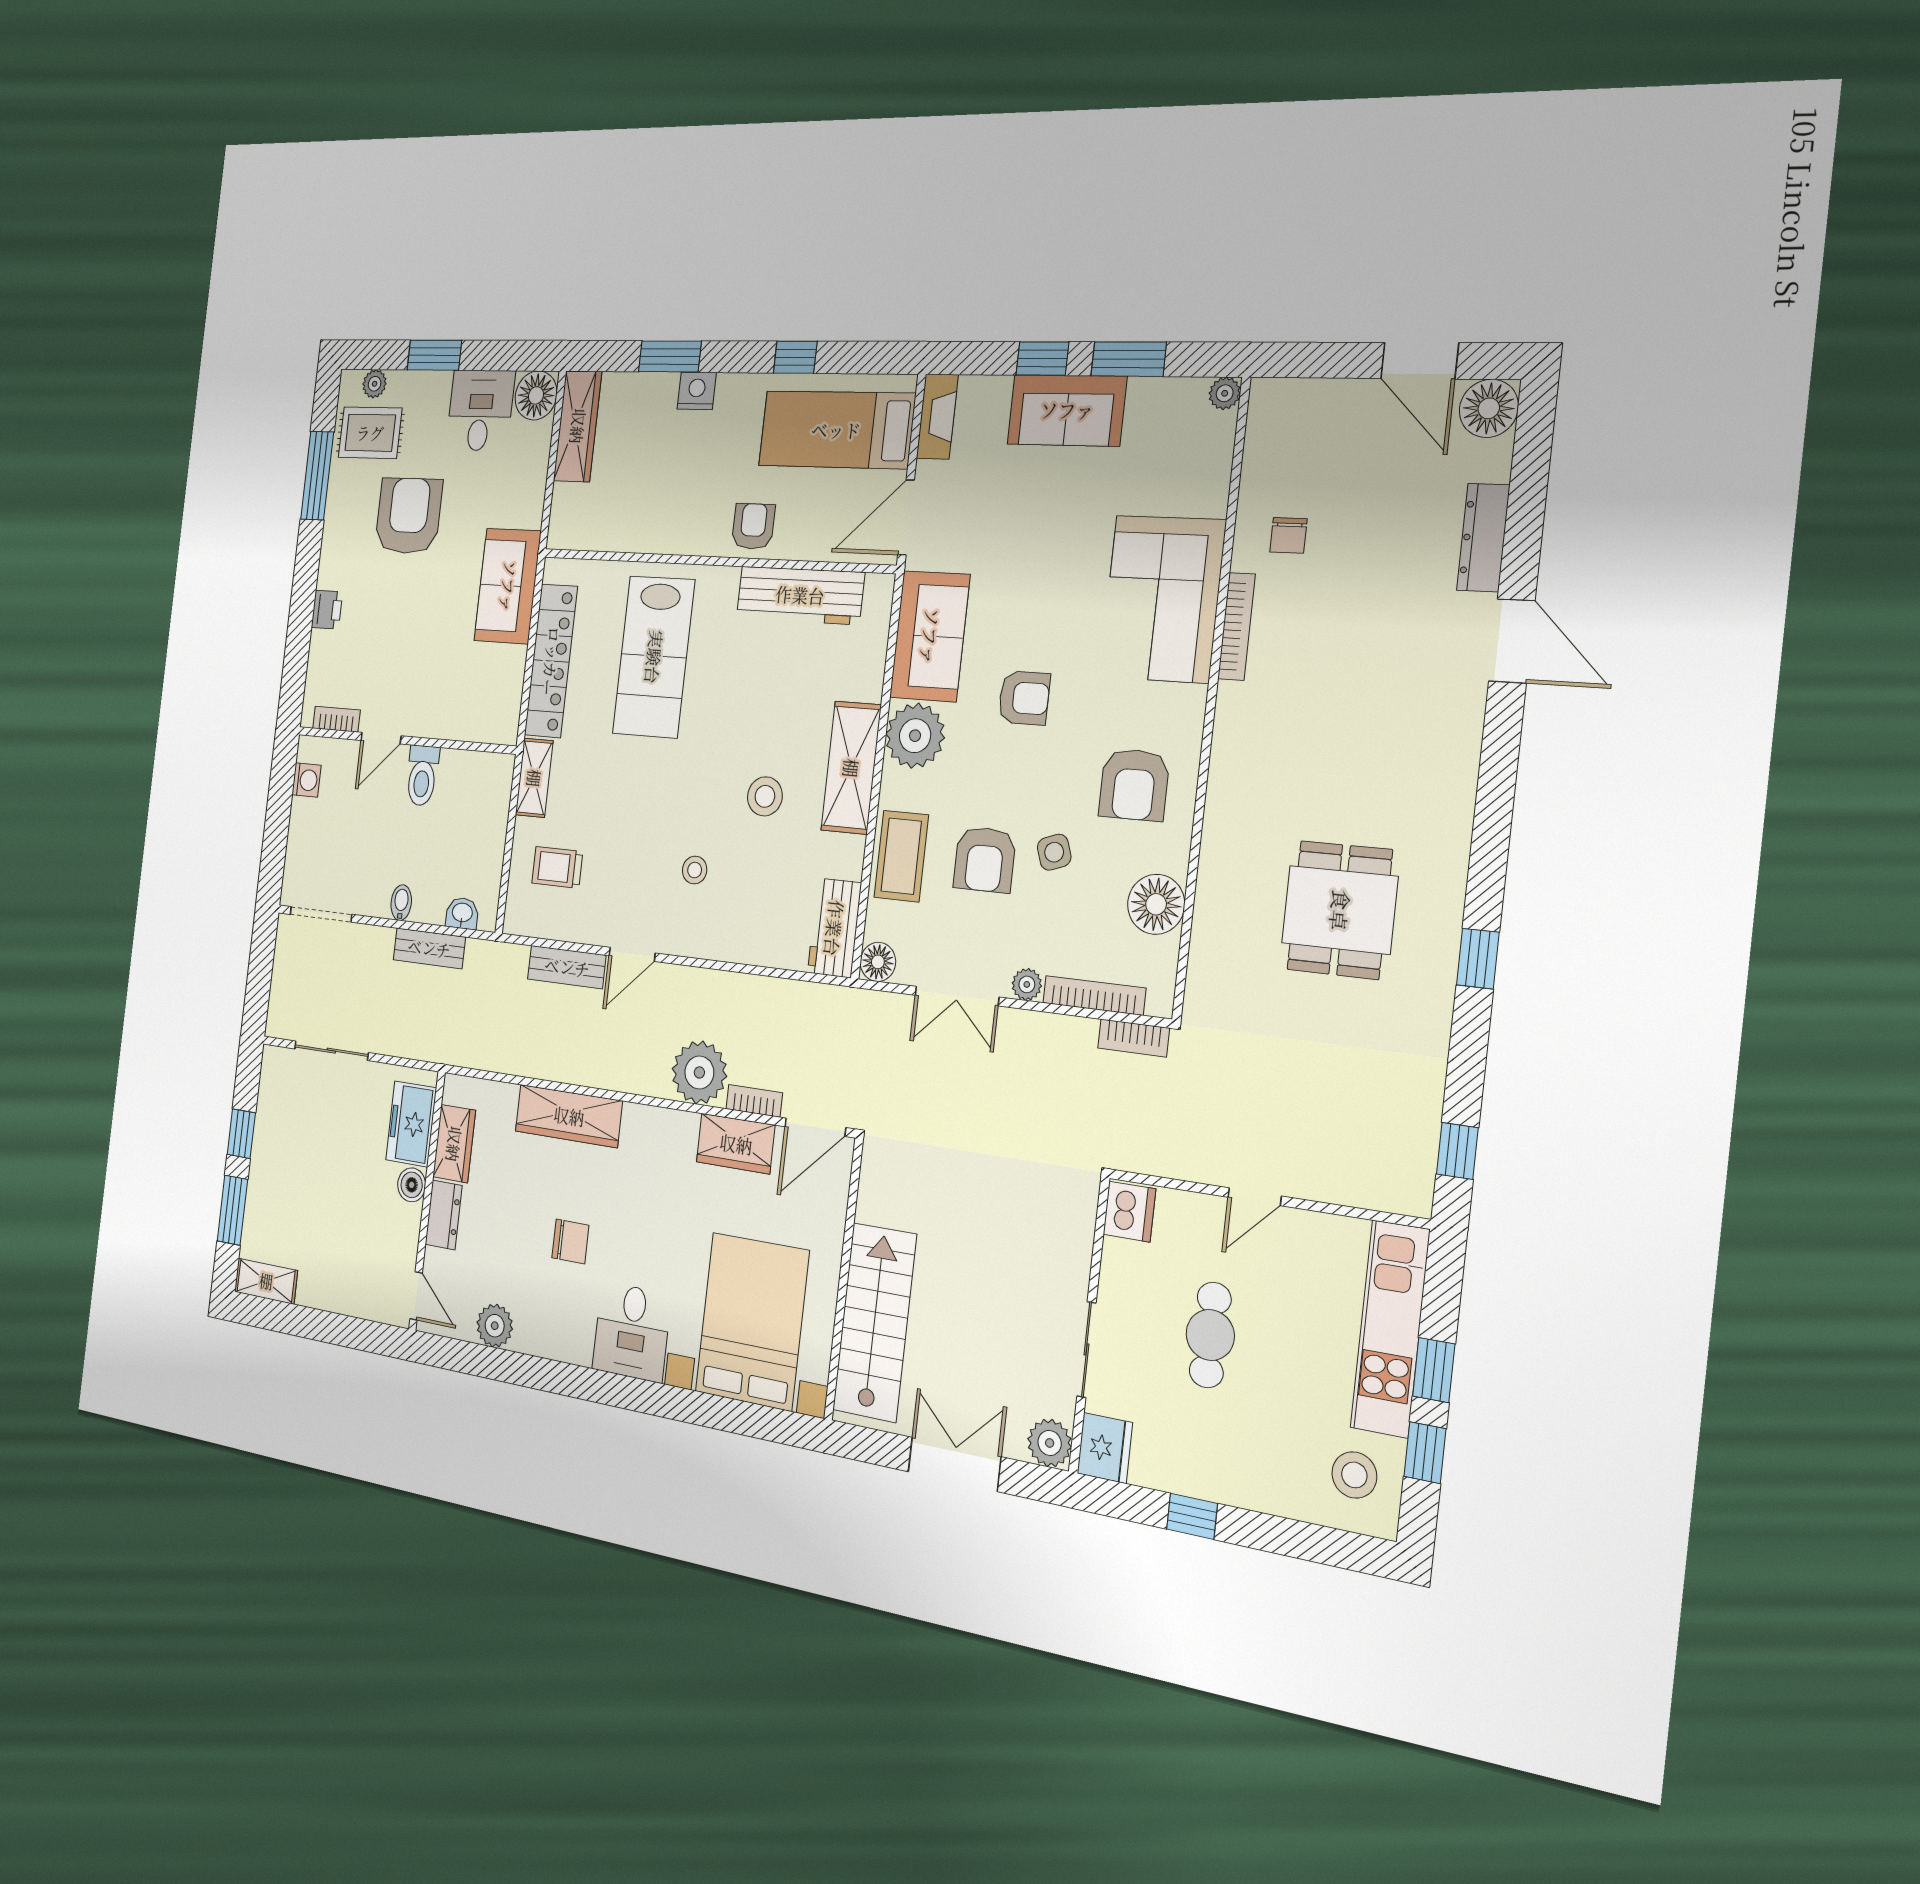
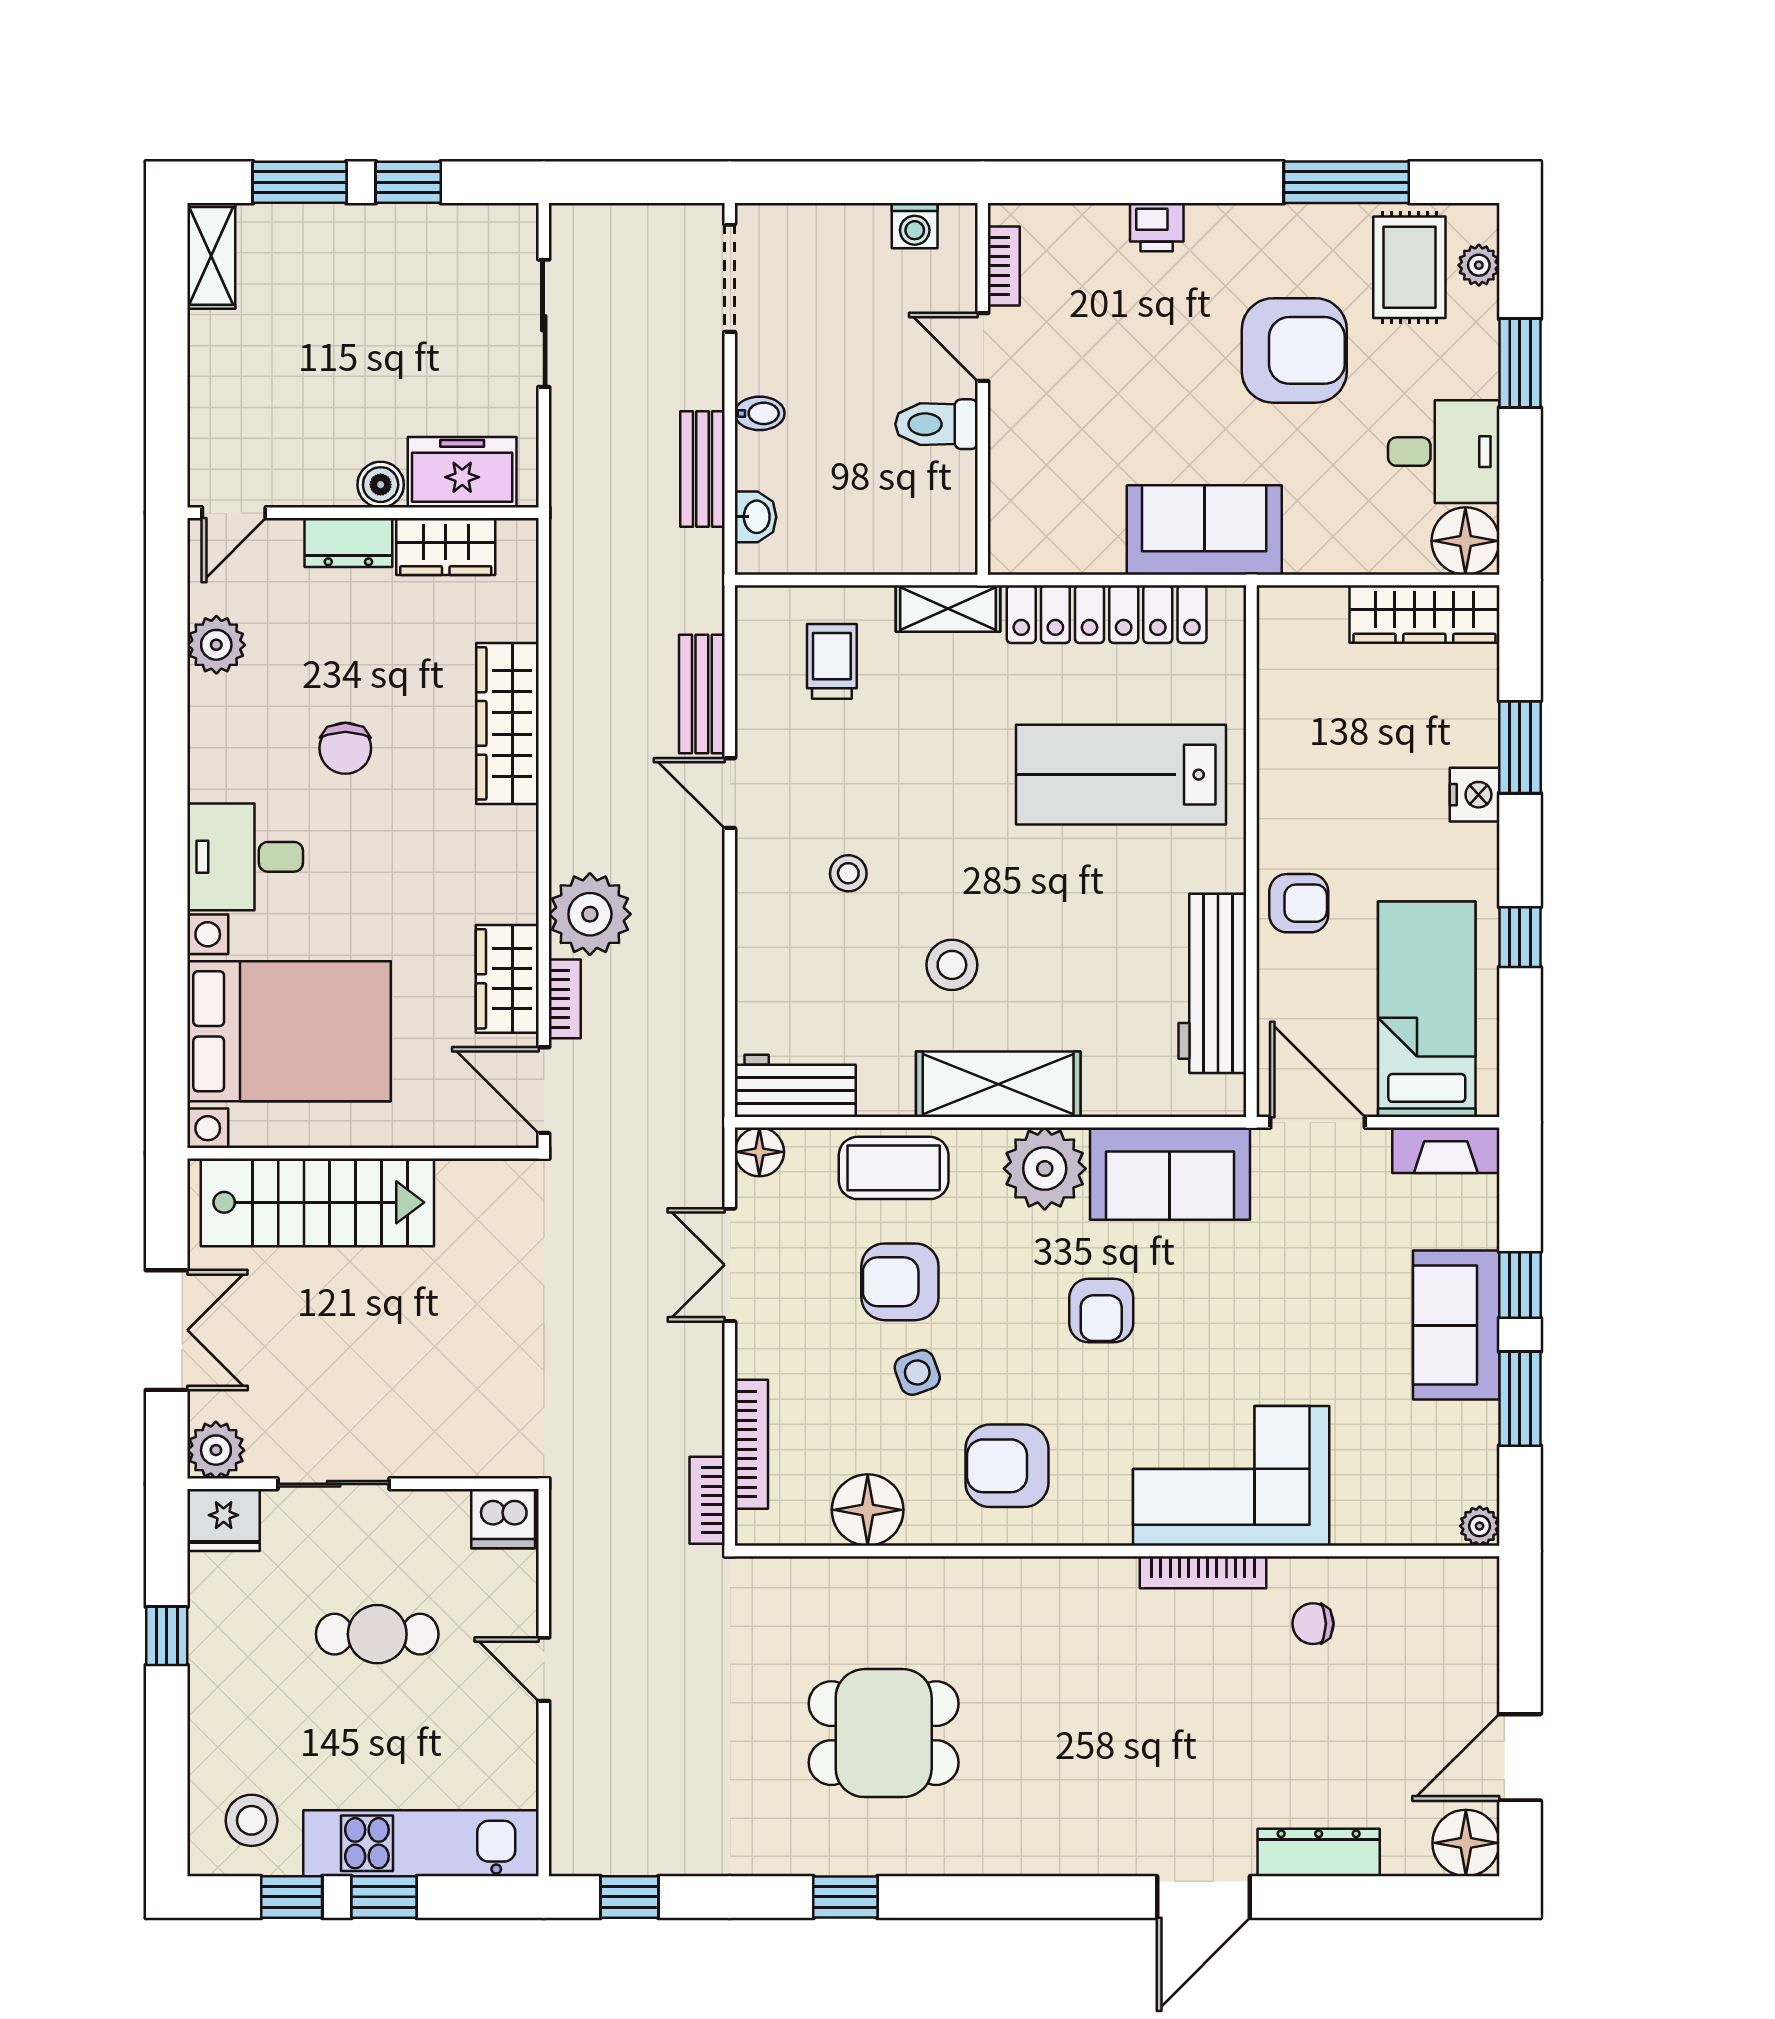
plant: (1027, 984) -> (754, 1356), removed

